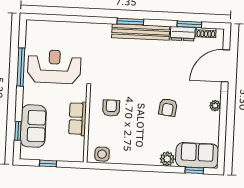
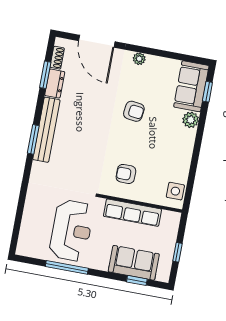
reception desk: (54, 67) -> (71, 231), turned 180
row of seats: (78, 119) -> (132, 213), width x1.48

